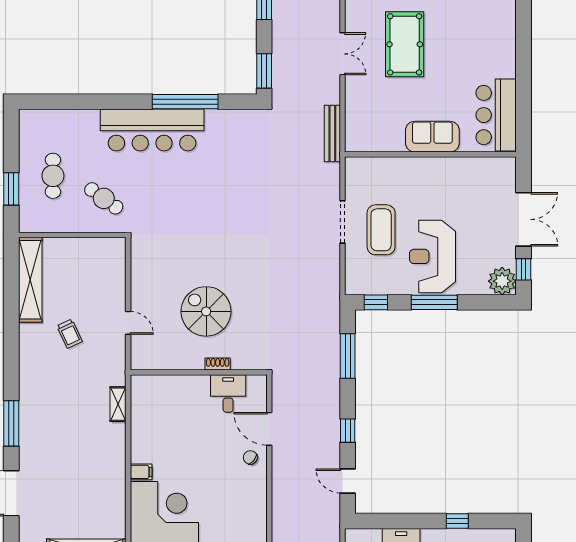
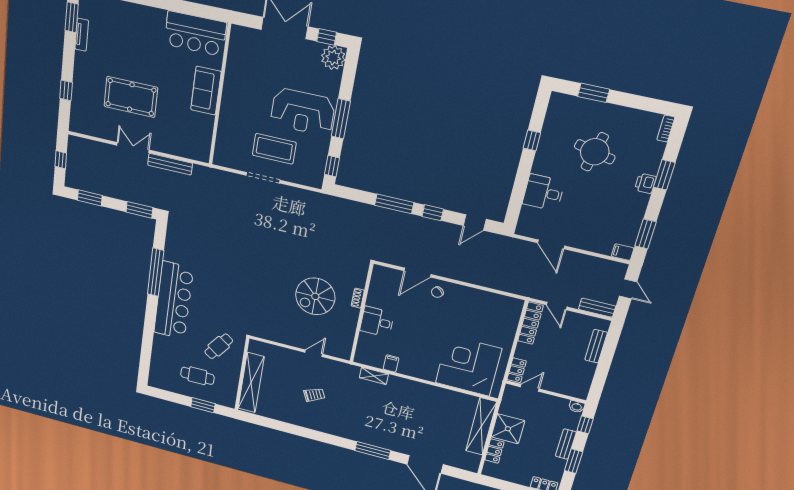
bench: (332, 133) -> (170, 164), moved
shelving: (30, 280) -> (251, 383), moved, turned 90
window: (348, 356) -> (394, 204), moved
desk: (228, 393) -> (377, 322), moved
filing cabinet: (141, 472) -> (391, 364), moved

